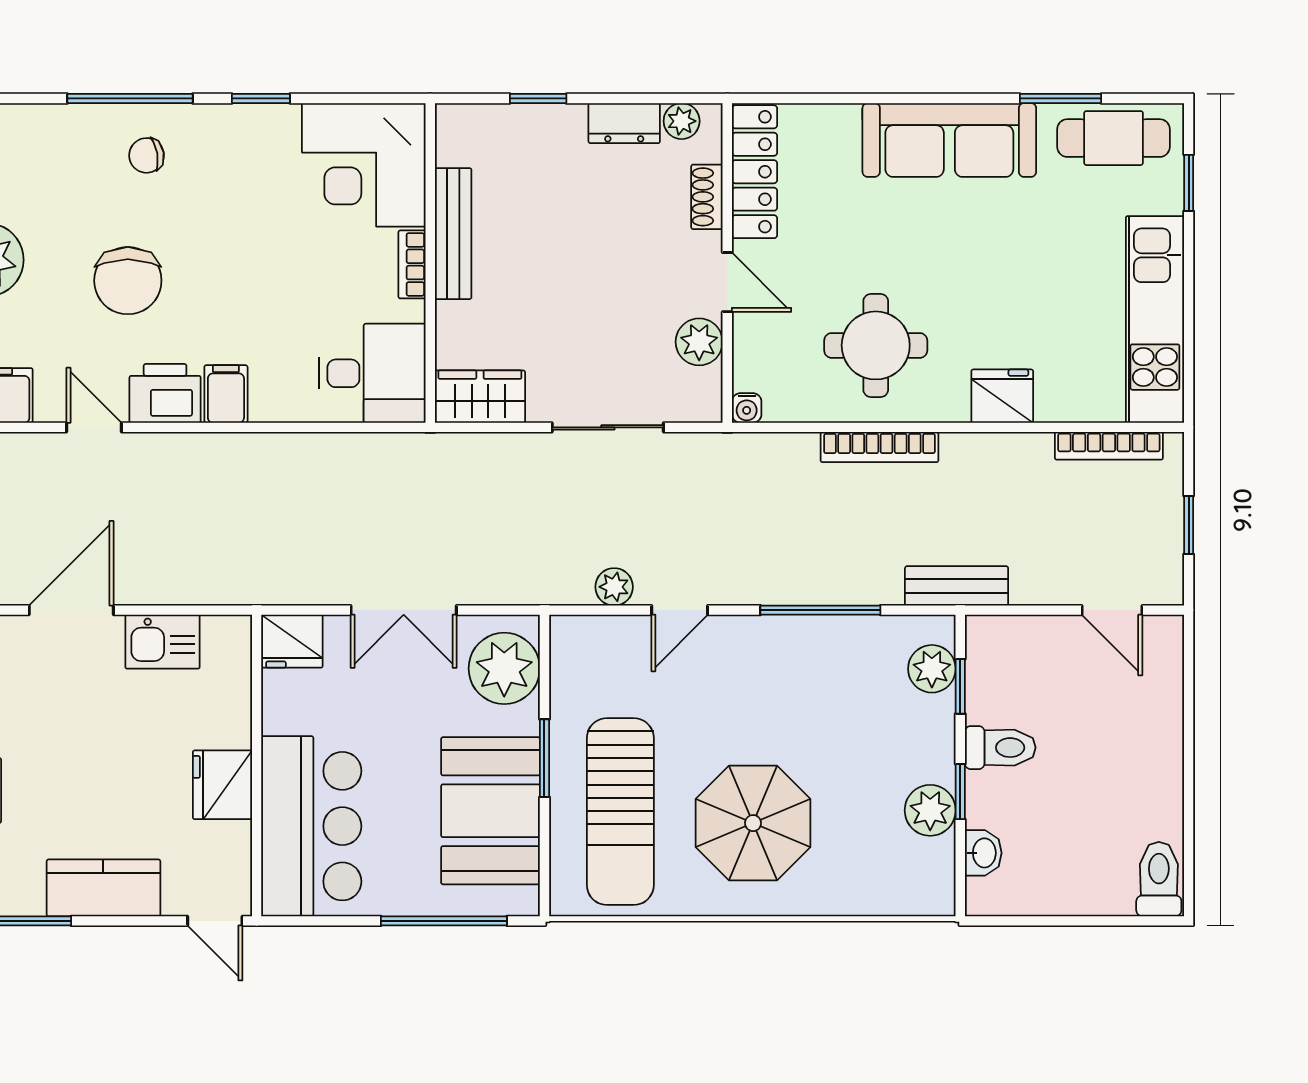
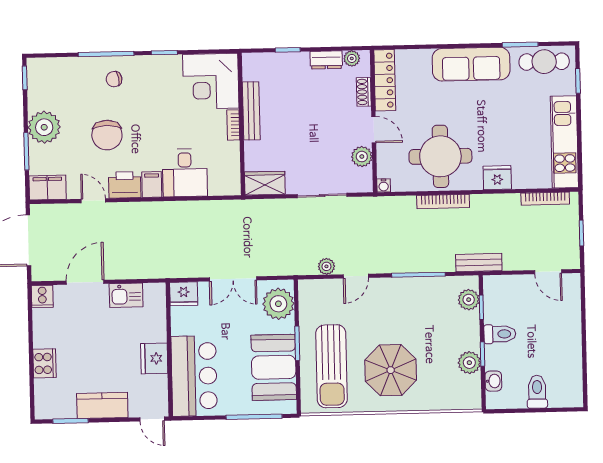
round table: (876, 345) -> (440, 156), width x1.36, depth x1.36
desk: (372, 373) -> (185, 173), moved, turned 90
toilet: (1159, 879) -> (537, 392), moved

